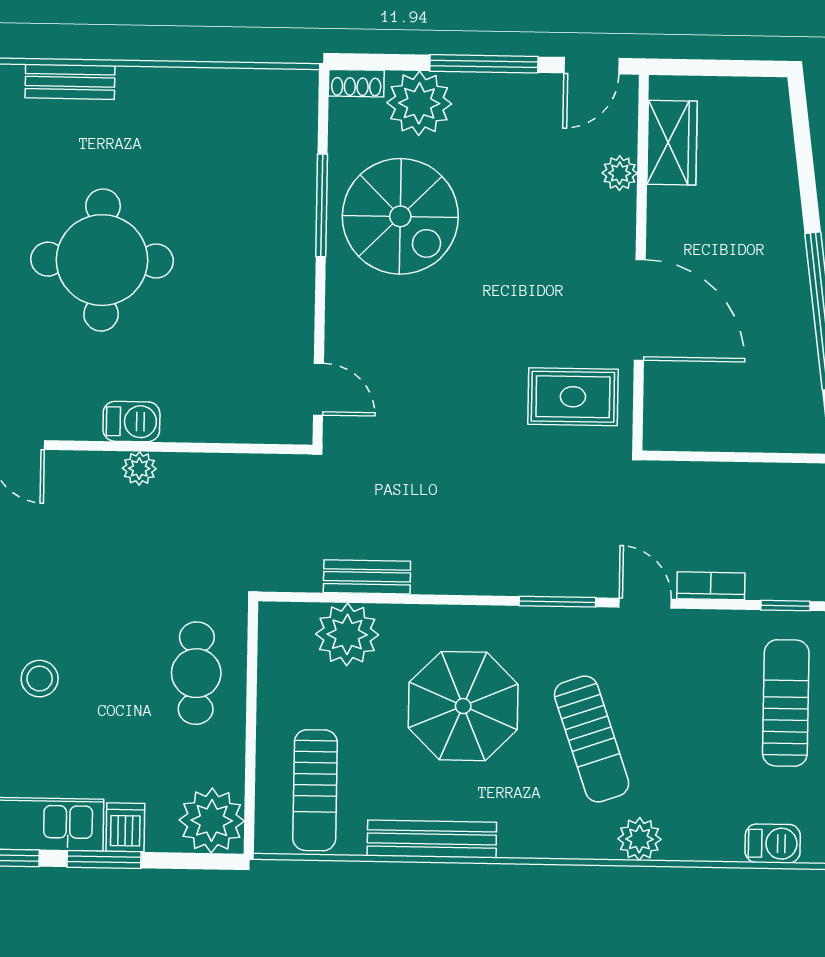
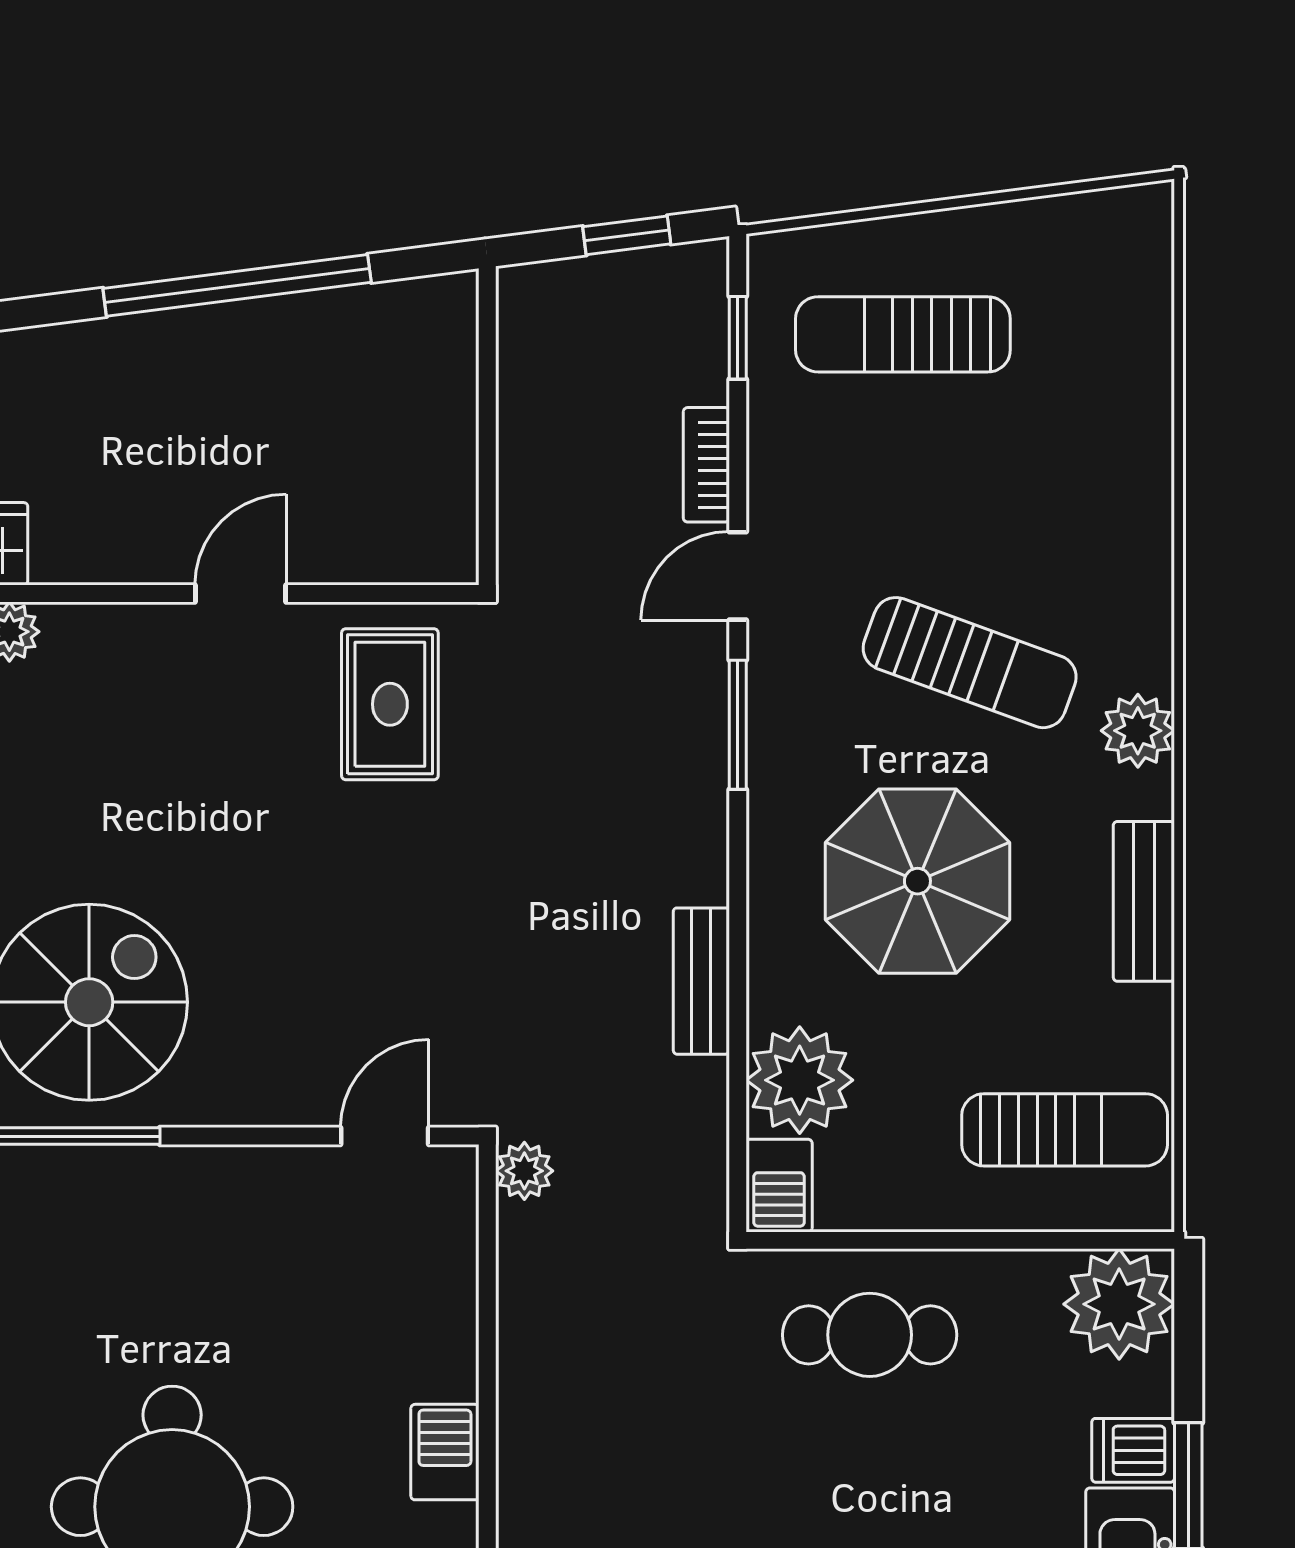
door: (640, 310) -> (241, 594), width x0.53
plant: (139, 468) -> (524, 1171), moved
bench: (367, 577) -> (701, 981), moved
sun lounger: (592, 739) -> (970, 663), turned 39
bench: (432, 839) -> (1144, 901), width x0.73
plant: (639, 839) -> (1138, 731), moved
barbecue: (773, 844) -> (779, 1186), moved, turned 180

